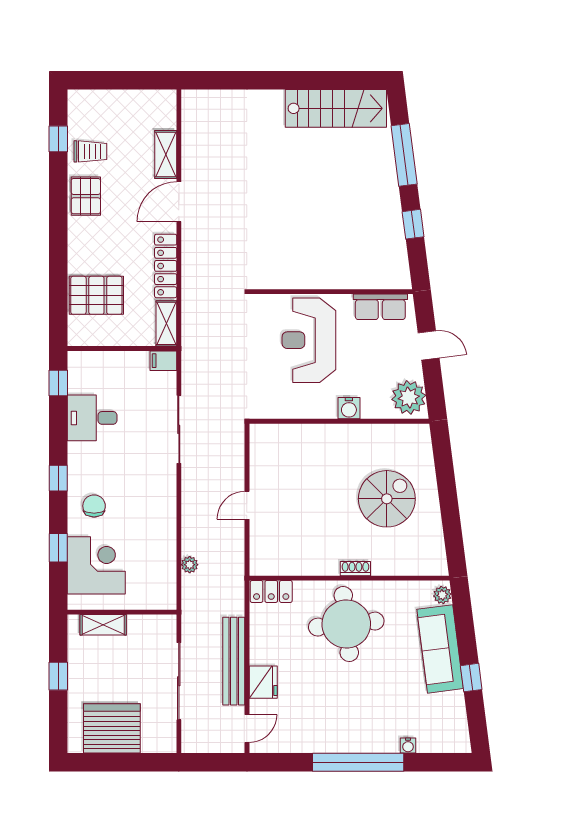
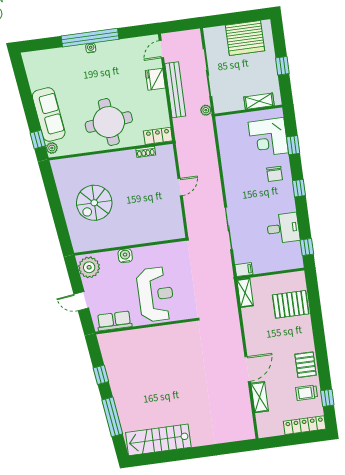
locker: (166, 266) -> (305, 425), moved, turned -90
plant: (190, 565) -> (206, 110), moved
shoe rack: (355, 569) -> (146, 152), moved
window: (471, 678) -> (38, 139), moved
water cooler: (408, 746) -> (91, 48), moved

